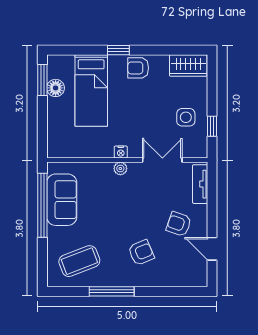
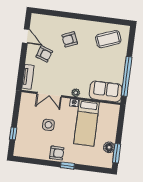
wardrobe: (188, 65) -> (26, 151), removed
bed: (91, 91) -> (87, 123), moved, turned 180
side table: (186, 117) -> (48, 125), moved
window: (212, 126) -> (13, 134), moved
sofa: (62, 200) -> (106, 91), moved, turned 90
window: (112, 291) -> (91, 18), removed

